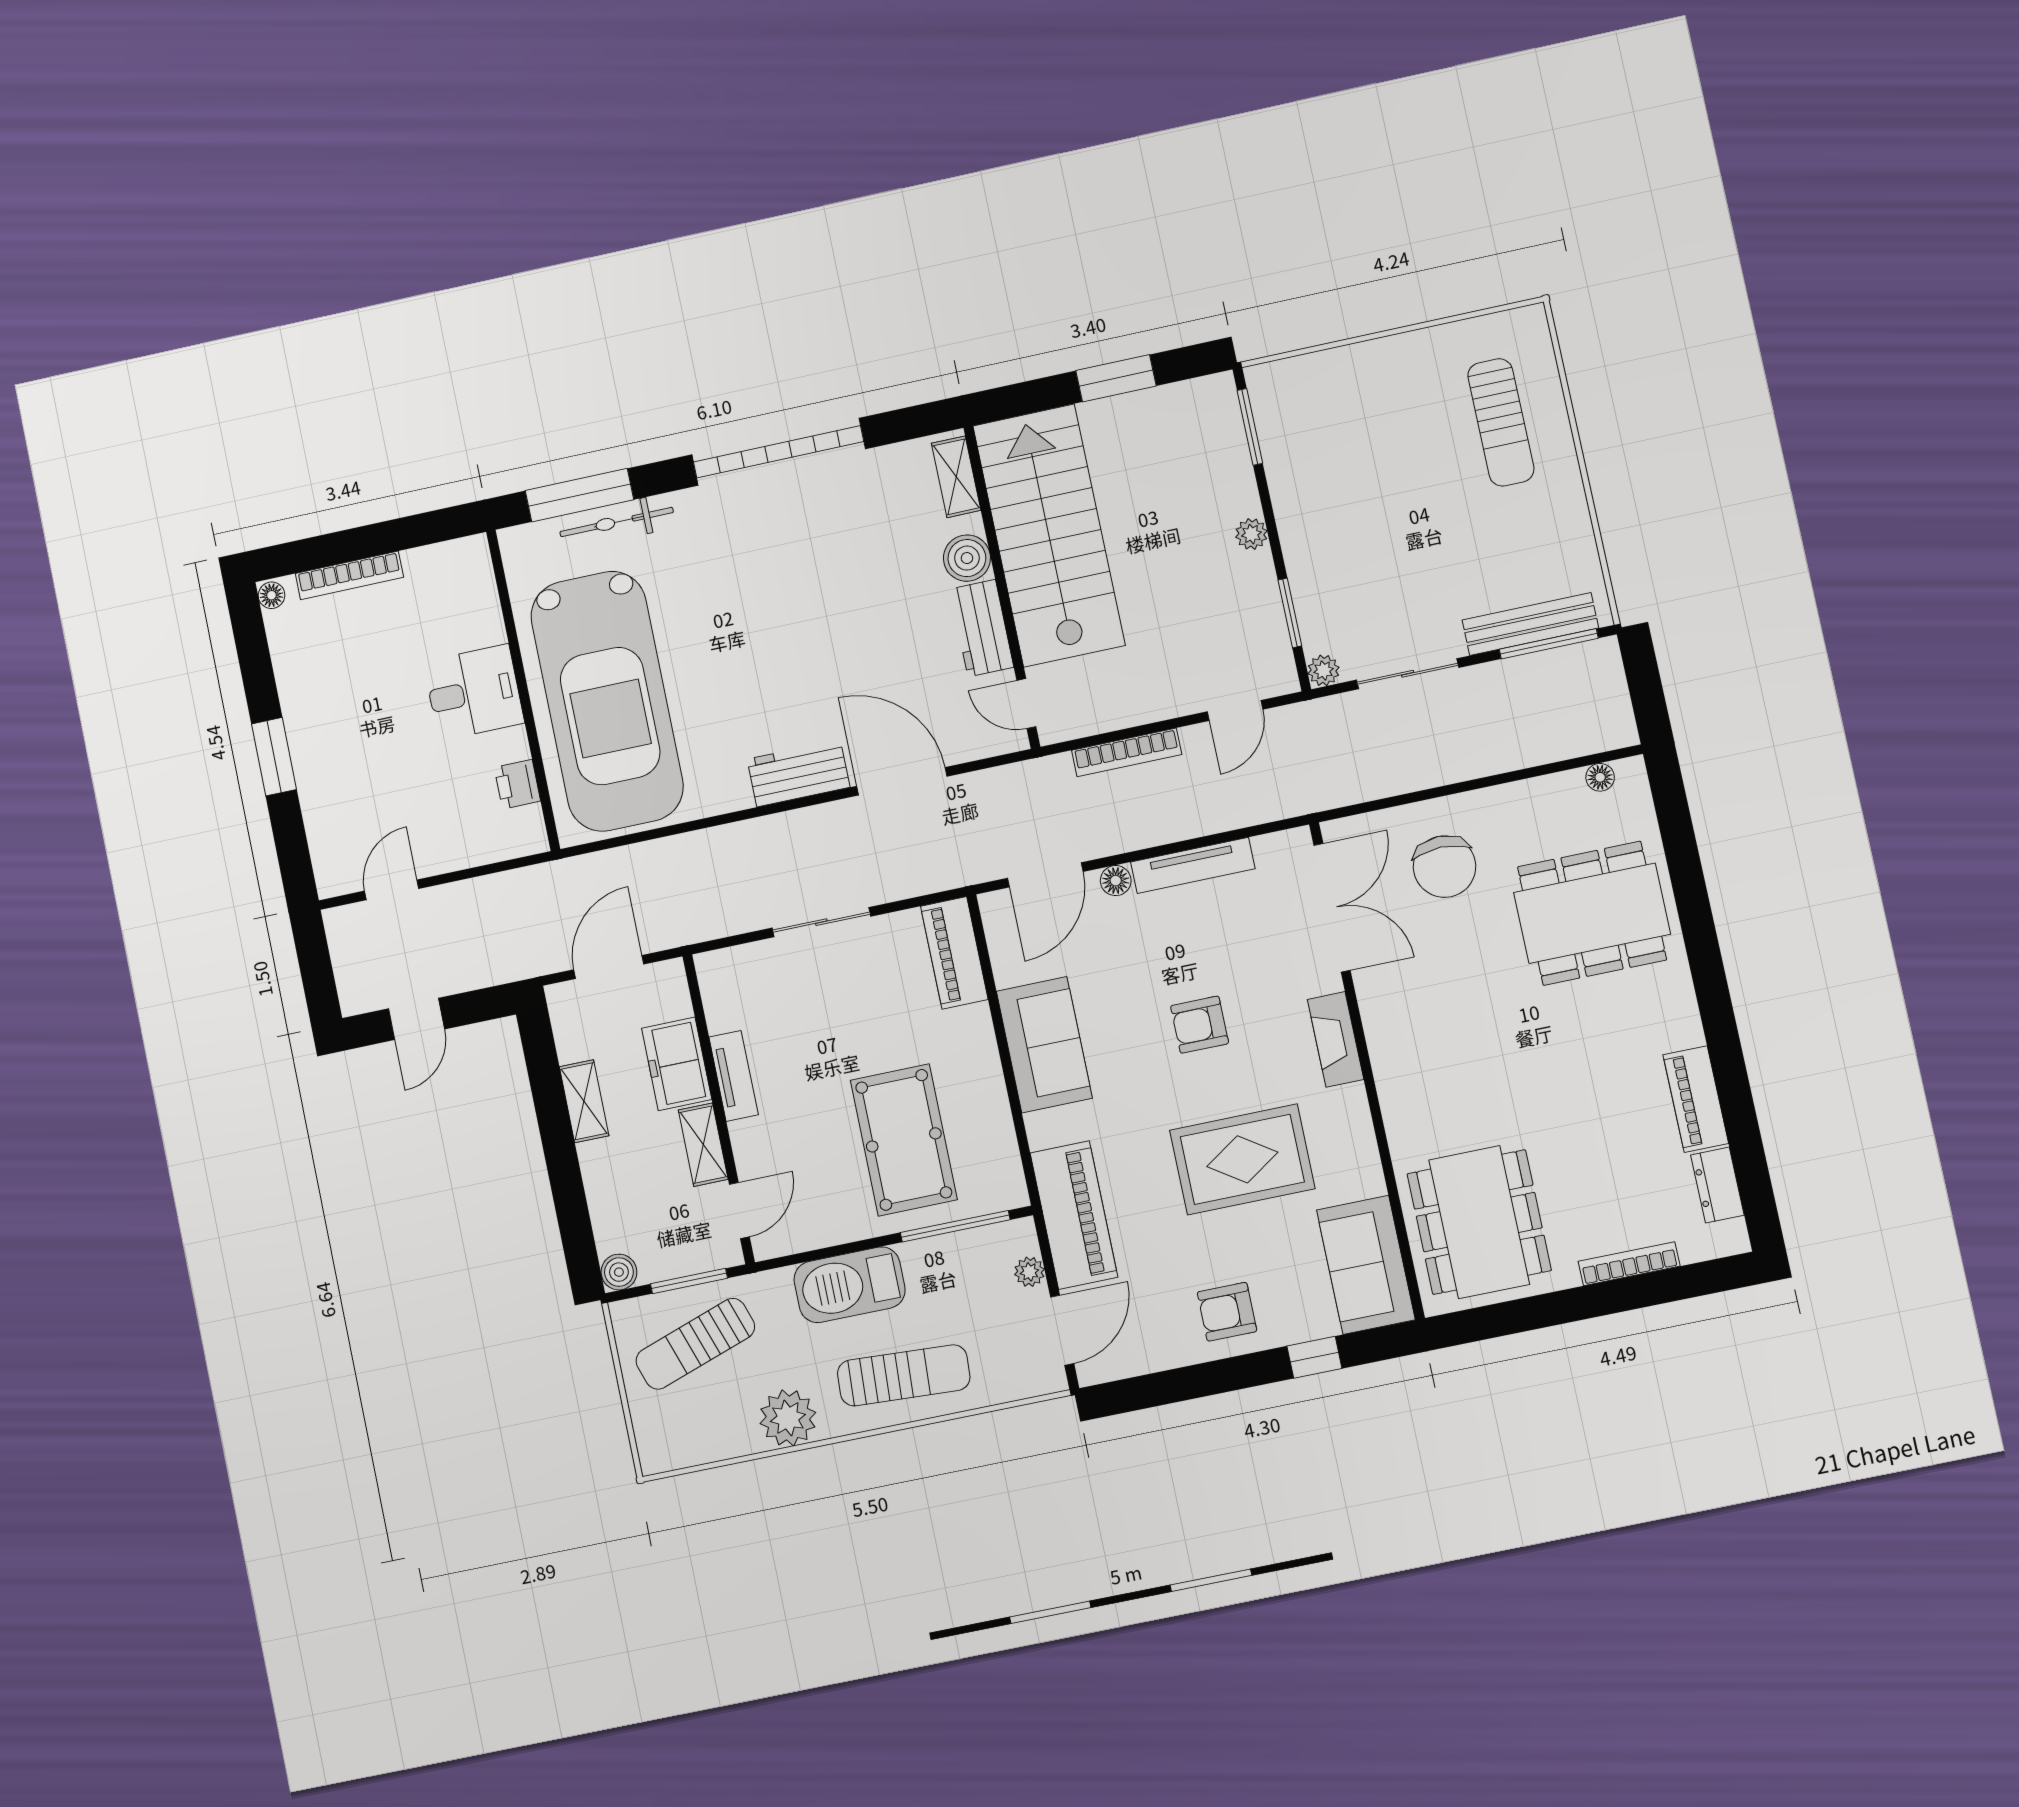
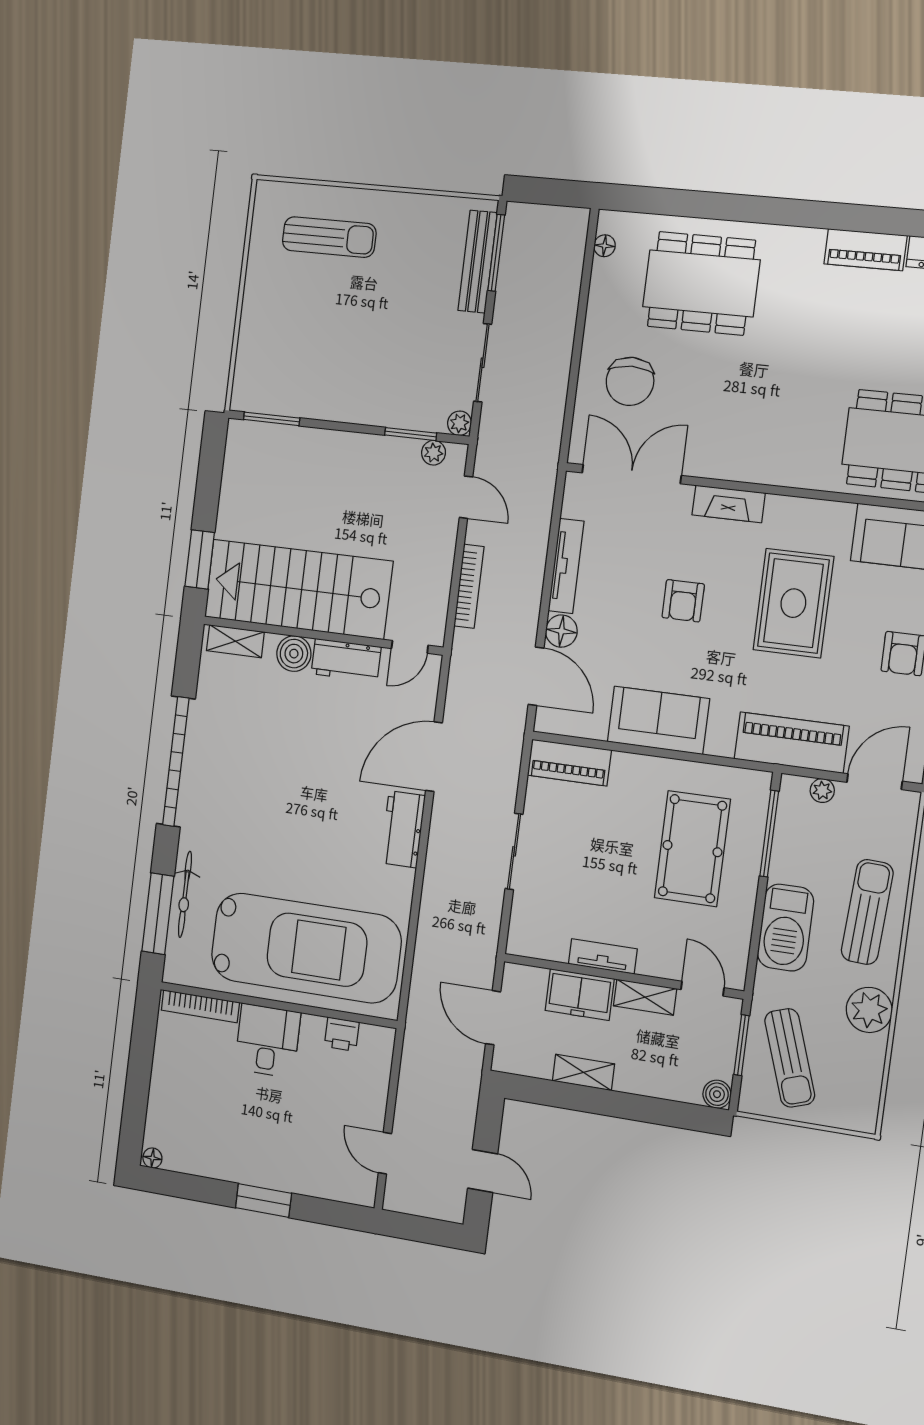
window: (1116, 378) -> (200, 559), moved
plant: (1251, 534) -> (434, 453), moved
bookcase: (349, 575) -> (200, 1006), moved, turned 90
chair: (1444, 867) -> (630, 381), turned 90
floor lamp: (1116, 881) -> (561, 631), width x1.37, depth x1.37
dining table: (1592, 913) -> (701, 283), turned 90
pool table: (904, 1140) -> (692, 849), turned 90
door: (1062, 1330) -> (874, 782), hinge flipped

